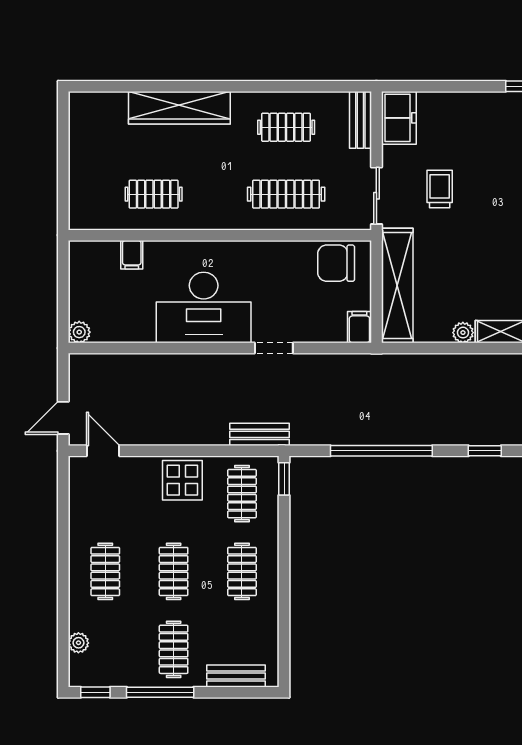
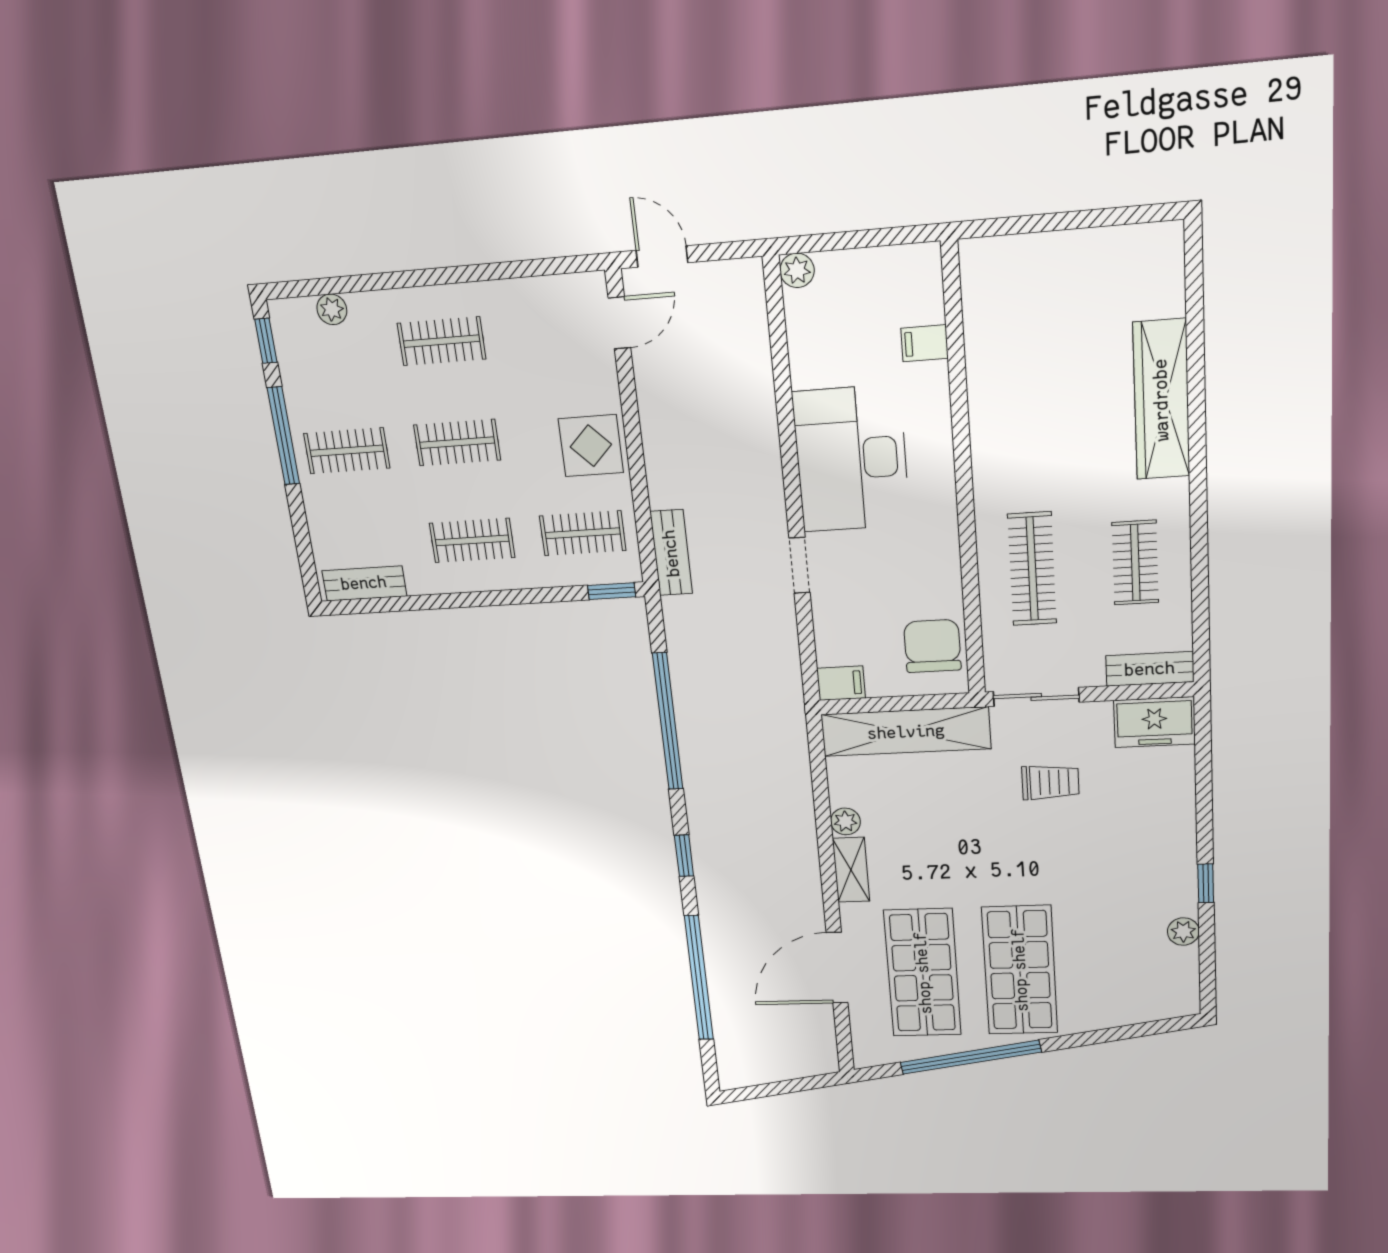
clothes rail: (154, 194) -> (1022, 370), removed
bench: (236, 676) -> (364, 583), moved, turned 90

